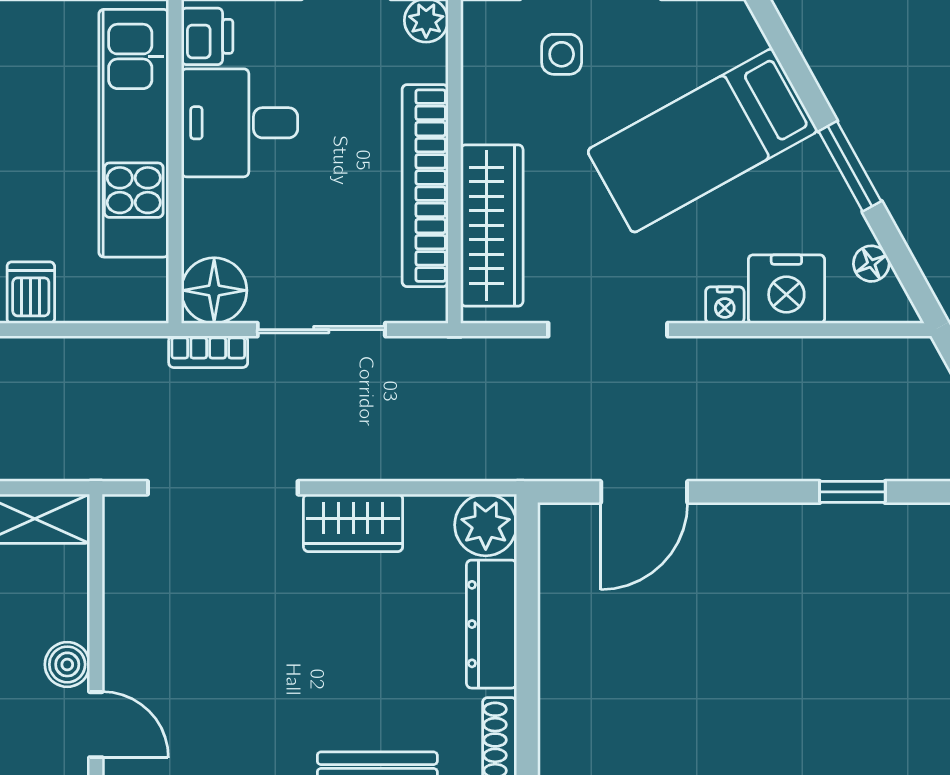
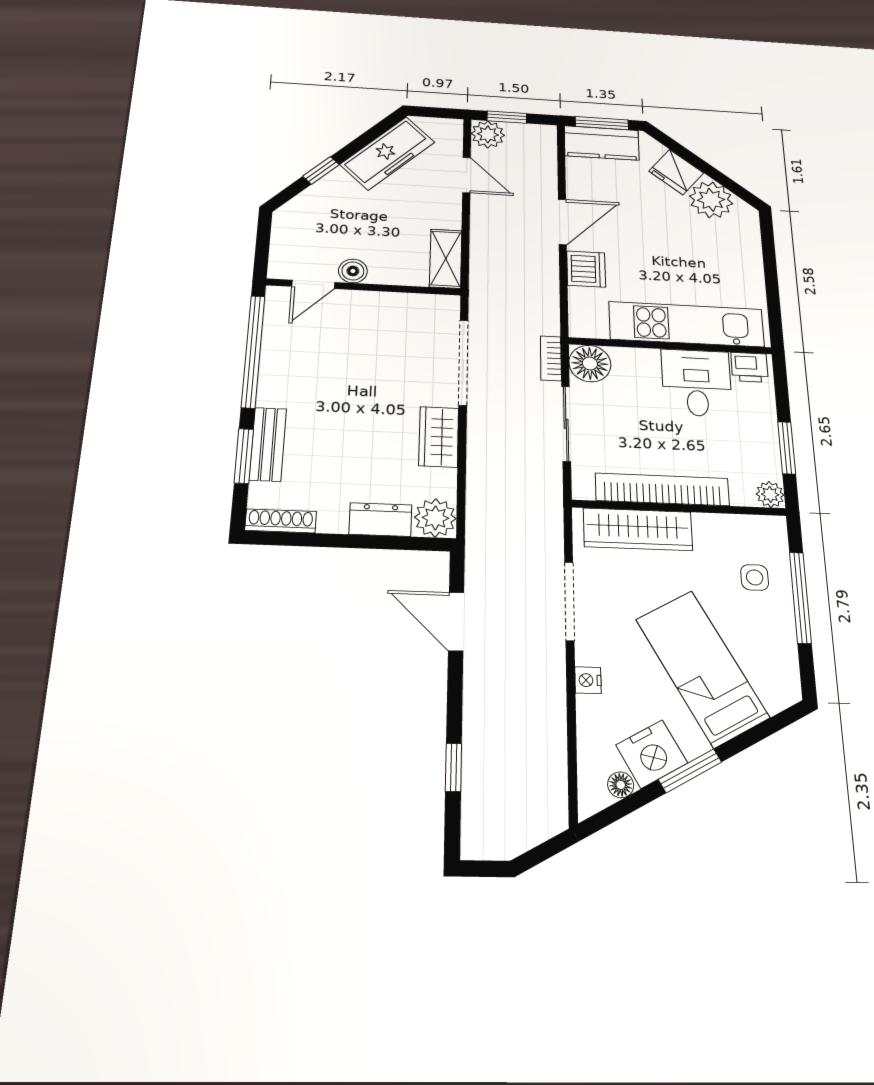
nightstand: (786, 289) -> (652, 754), moved, turned -119
dishwasher: (31, 293) -> (586, 269), width x1.38
dresser: (492, 624) -> (380, 520), width x0.70

